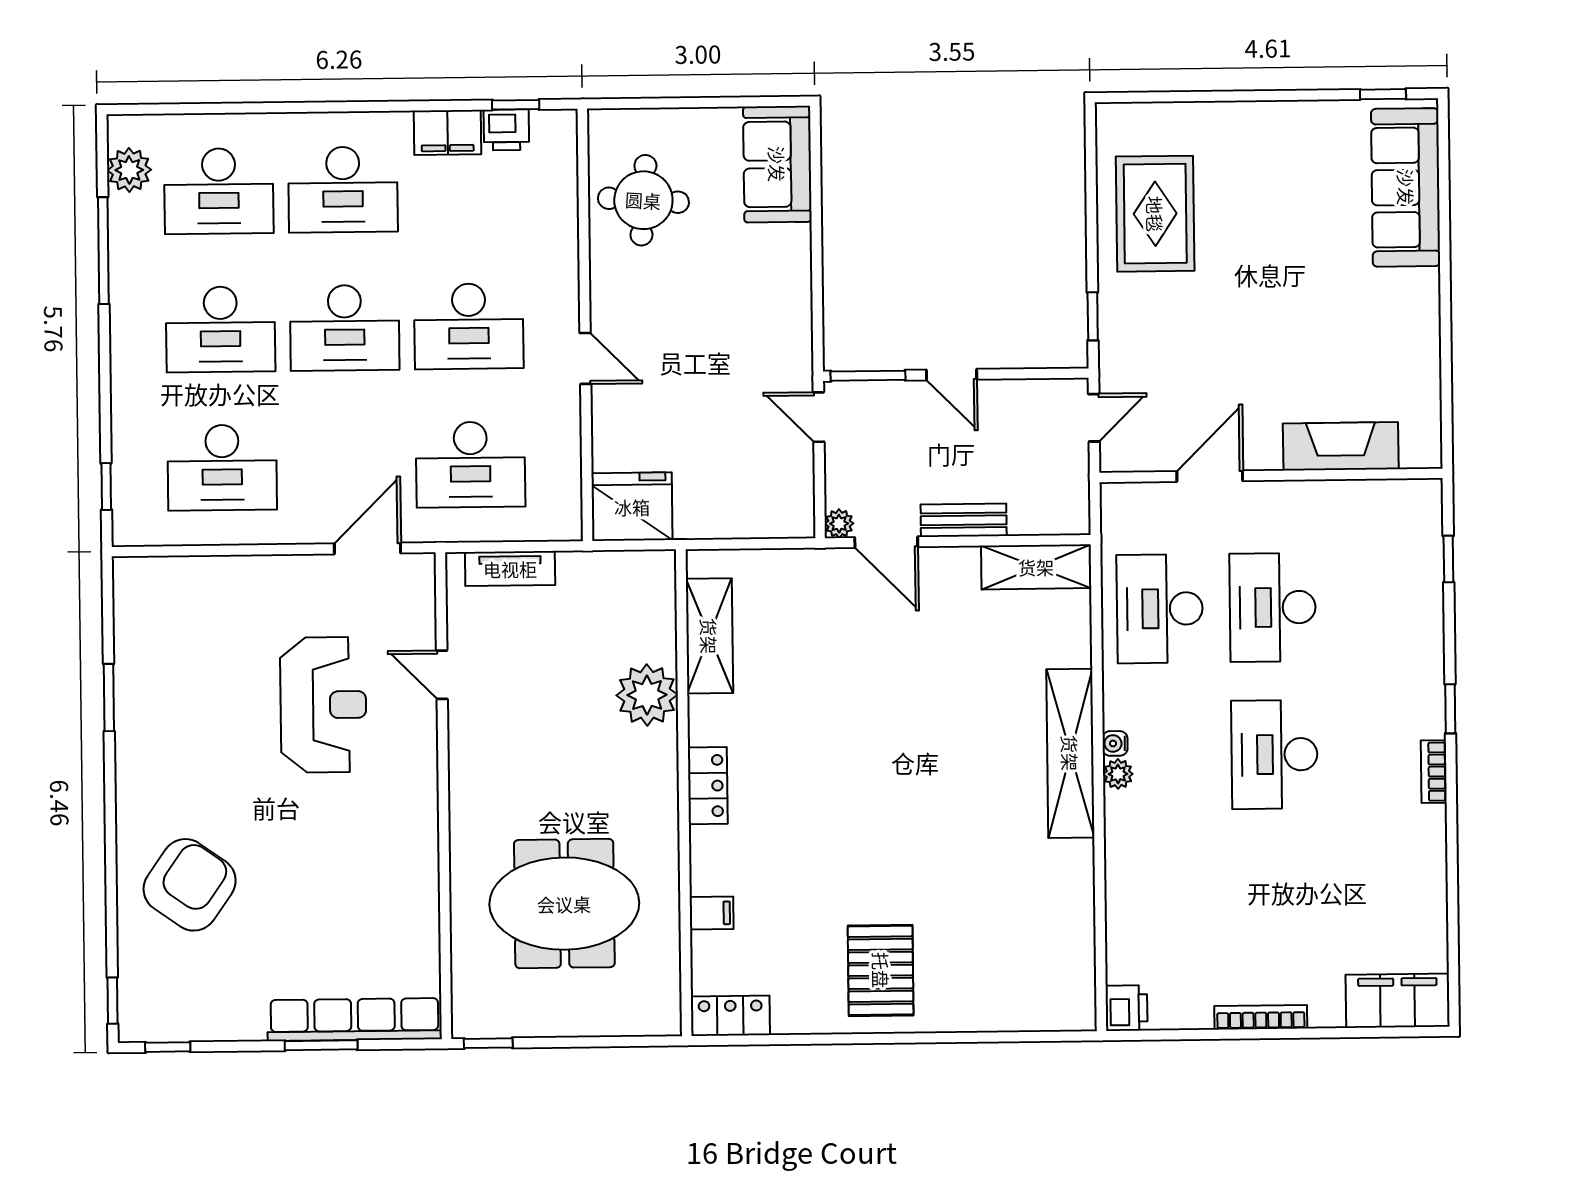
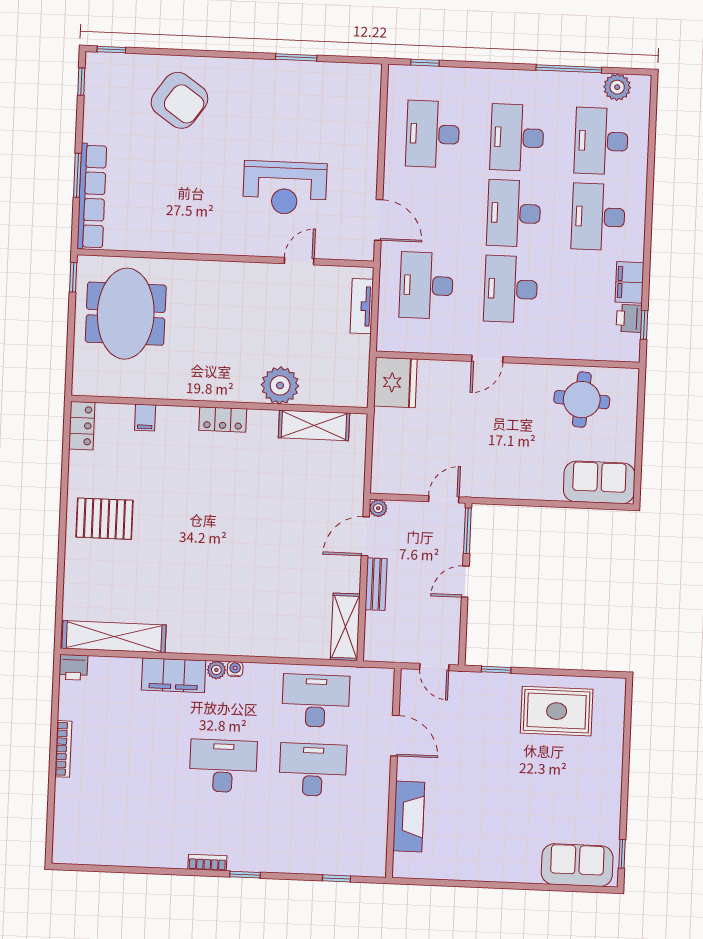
sofa: (1406, 187) -> (577, 865), width x0.73
shelving: (1070, 753) -> (114, 637), moved
meeting table: (564, 904) -> (126, 314), moved
filing cabinet: (1398, 1001) -> (174, 675), moved, turned 90

